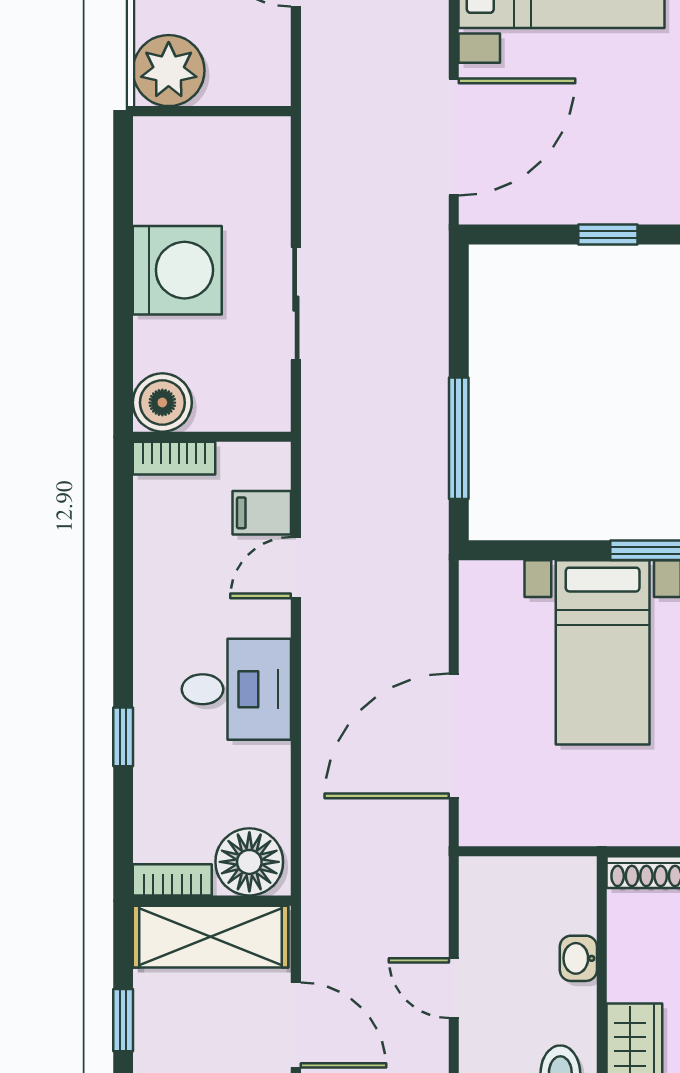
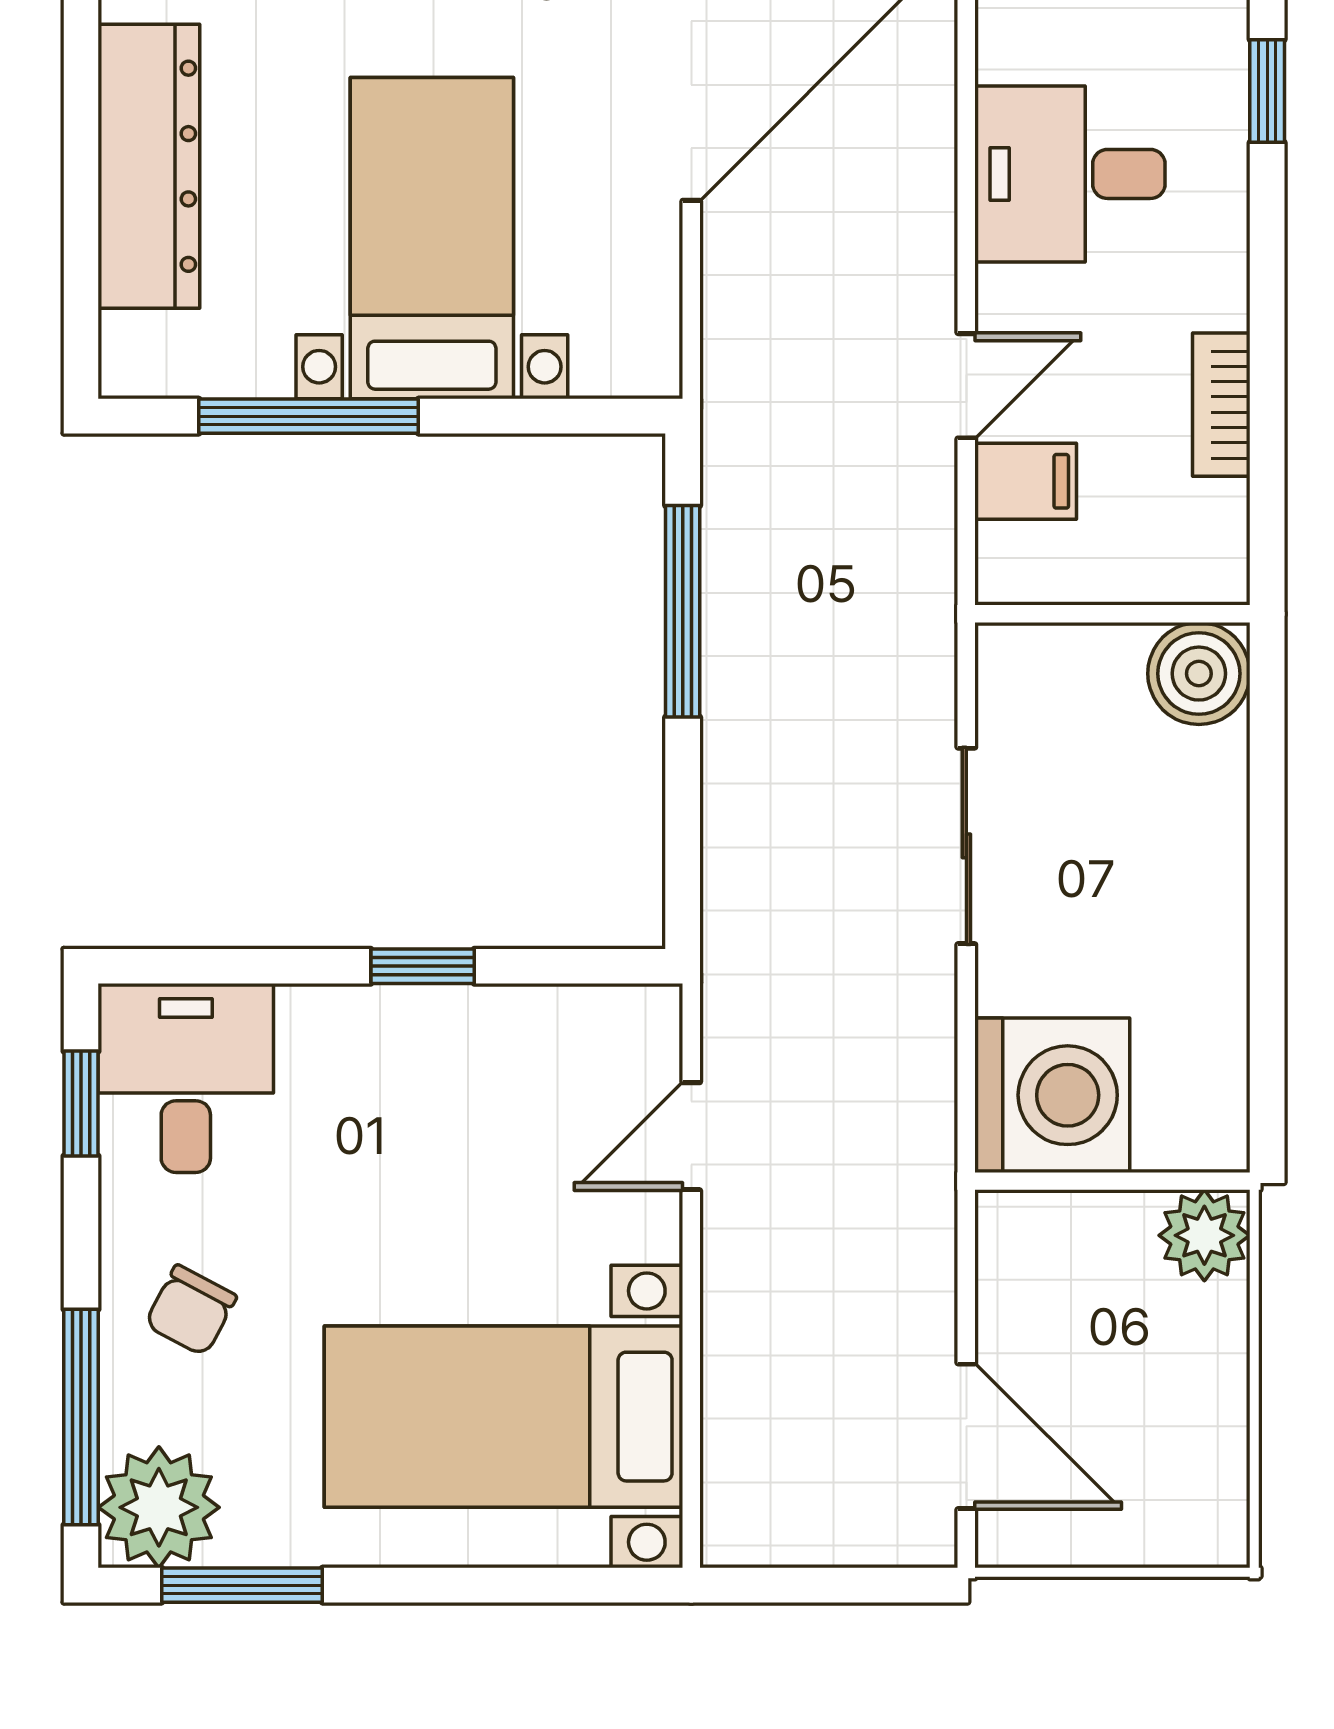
plant: (169, 71) -> (1204, 1235), width x0.73, depth x0.73
door: (454, 137) -> (691, 1136), width x0.53
washing machine: (177, 270) -> (1052, 1095), moved, turned 180
bookcase: (174, 458) -> (1221, 405), moved, turned -90

